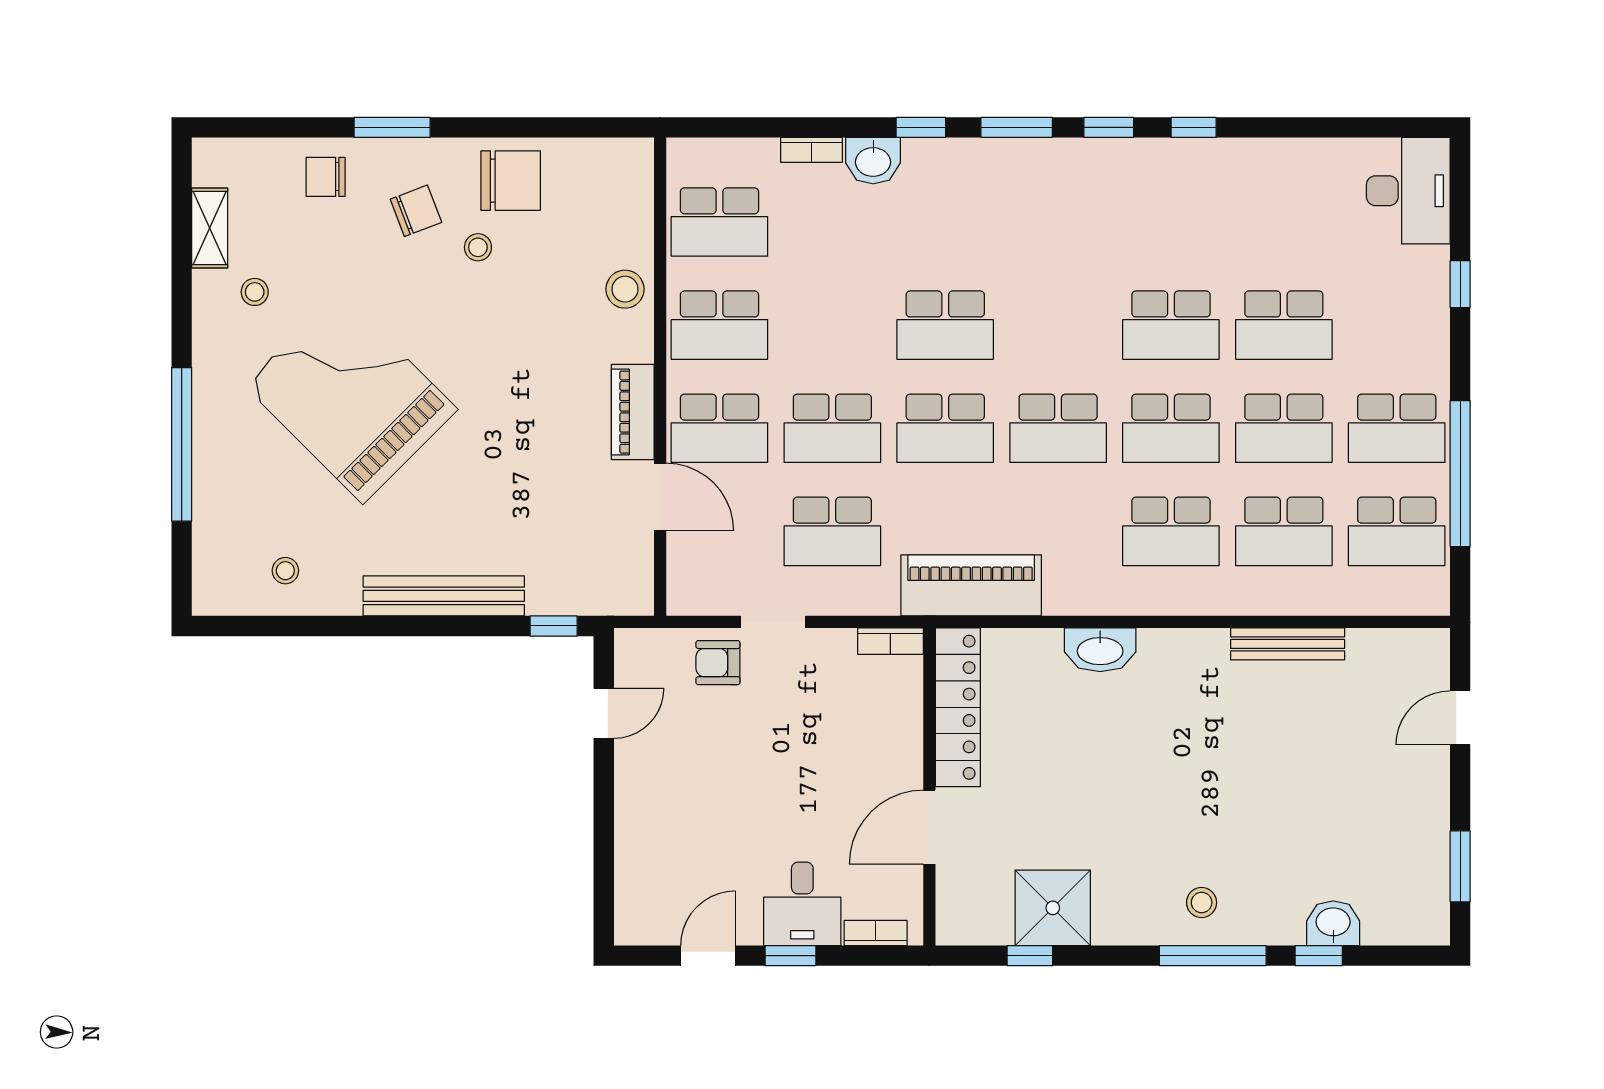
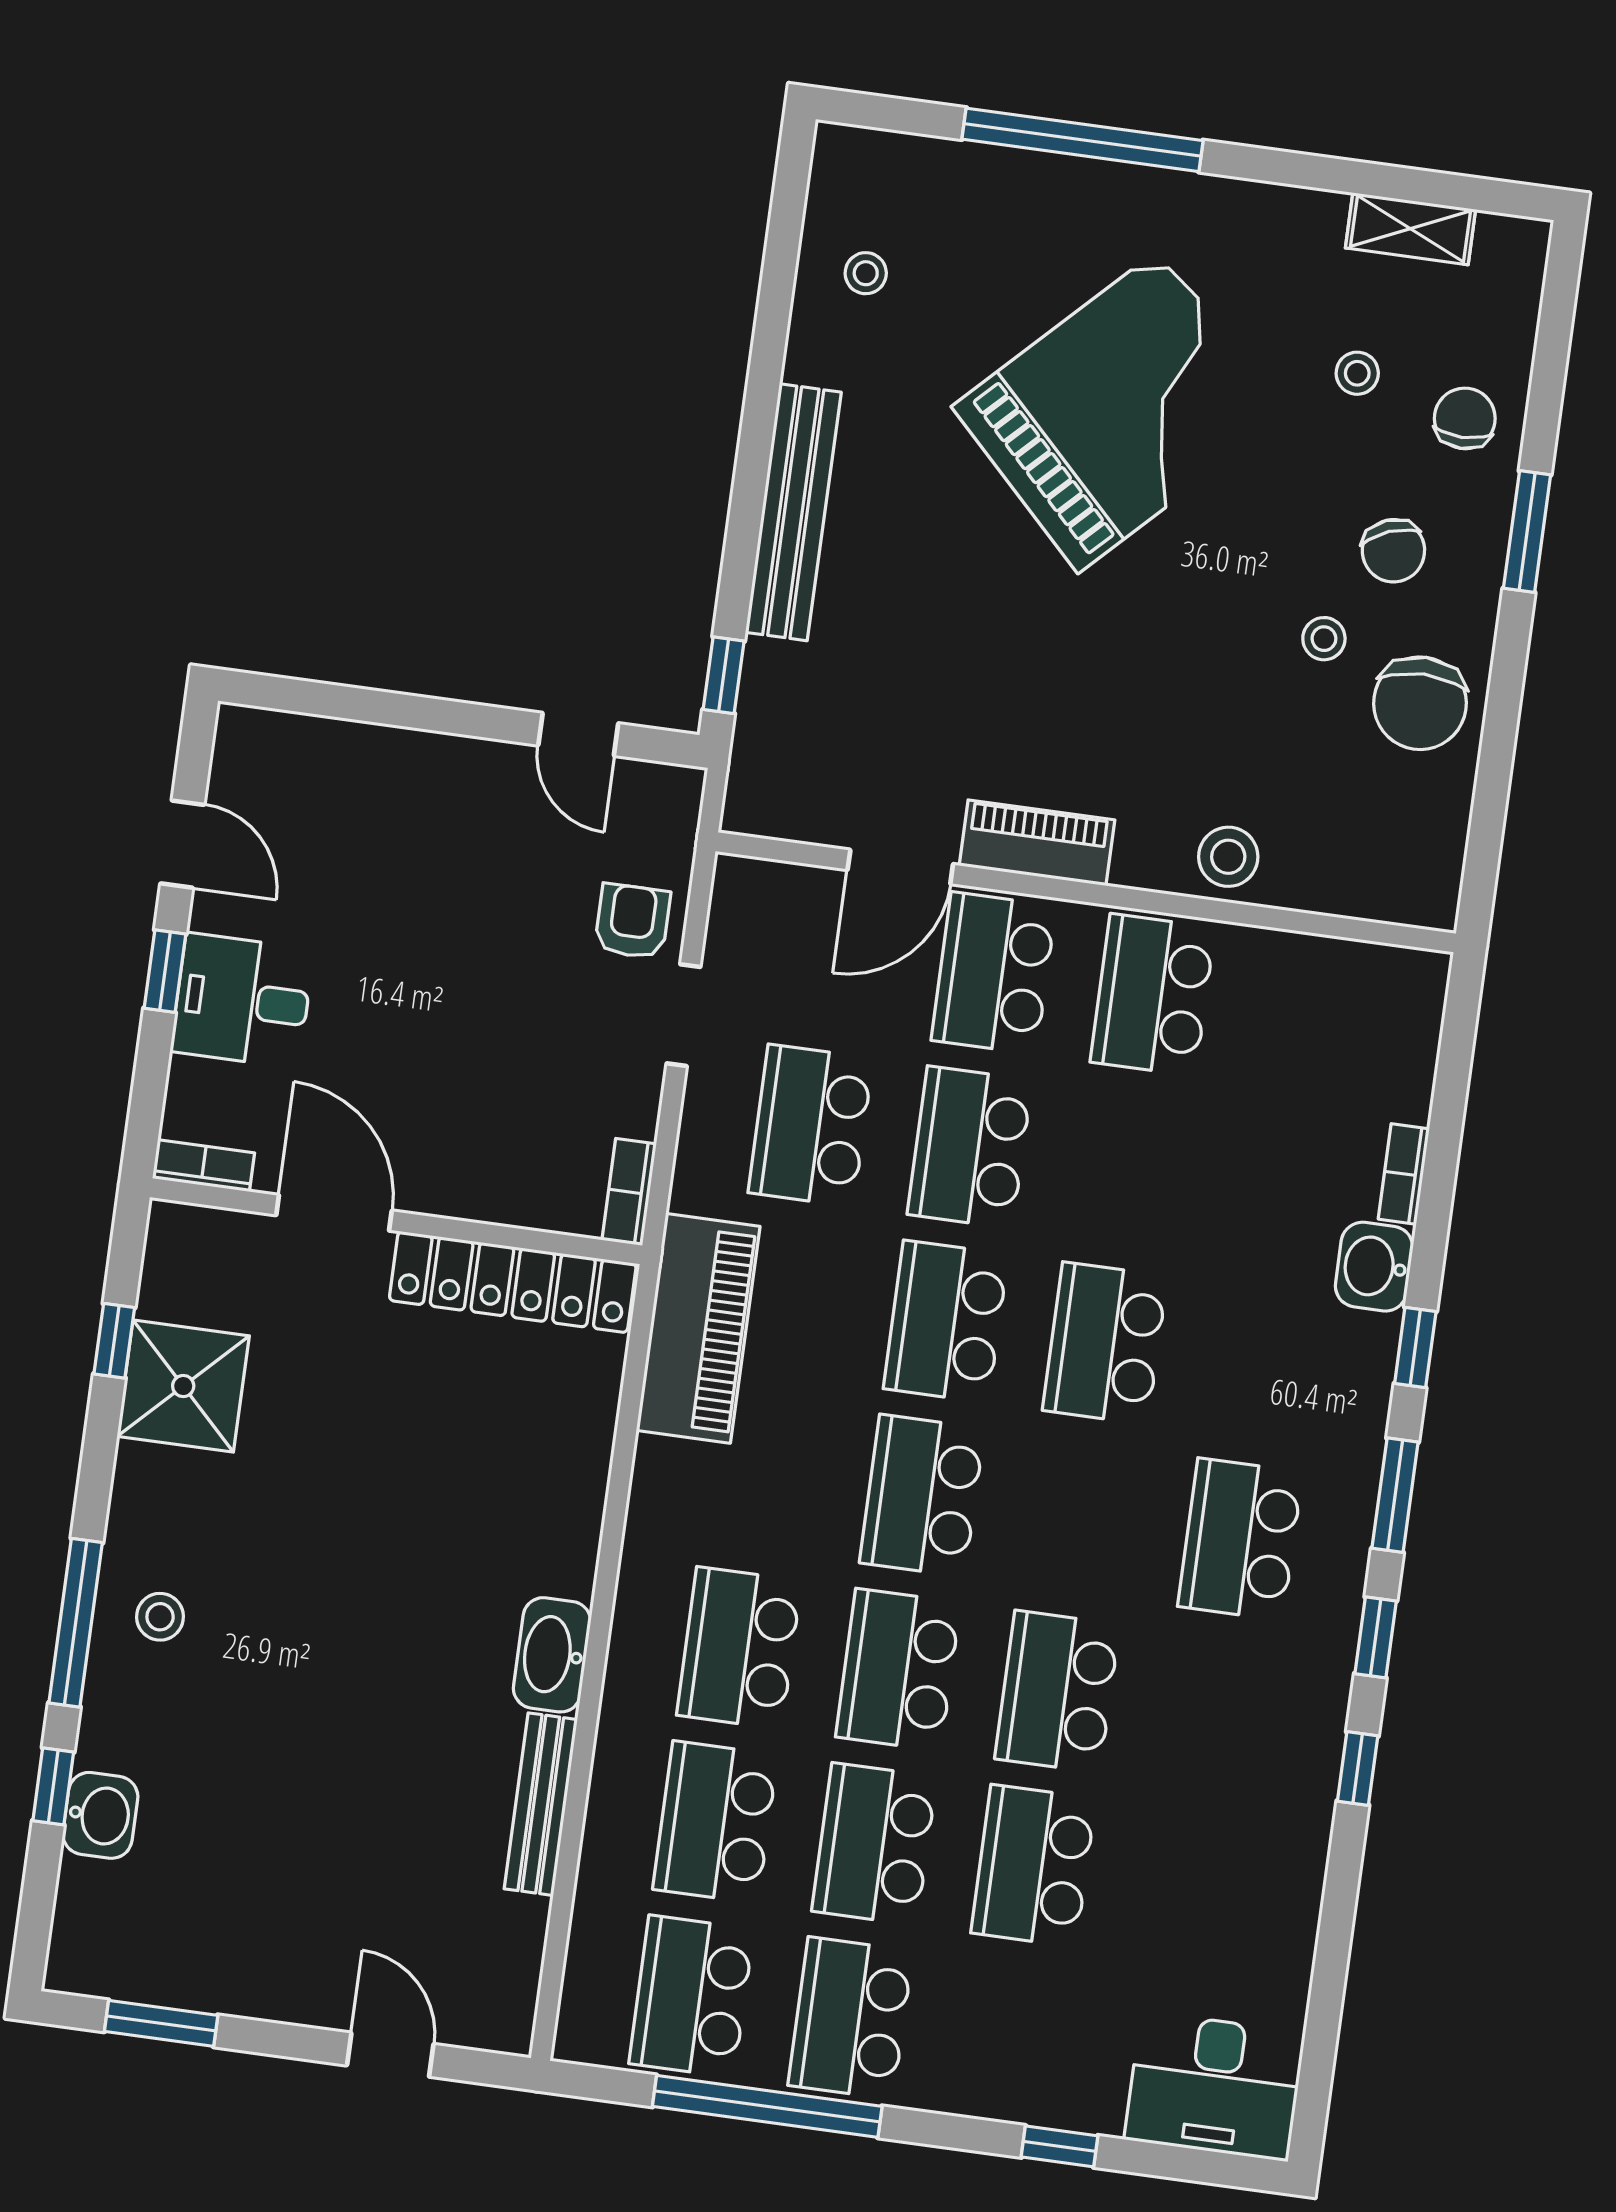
school desk: (719, 222) -> (1240, 1539), moved
stool: (255, 292) -> (1357, 373), moved
washbasin: (1100, 650) -> (552, 1655), moved
bookcase: (876, 933) -> (204, 1166), moved, turned -90

